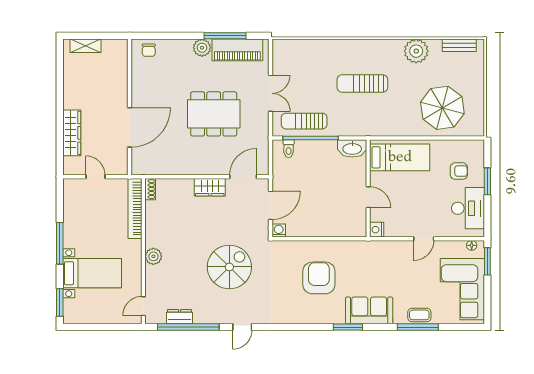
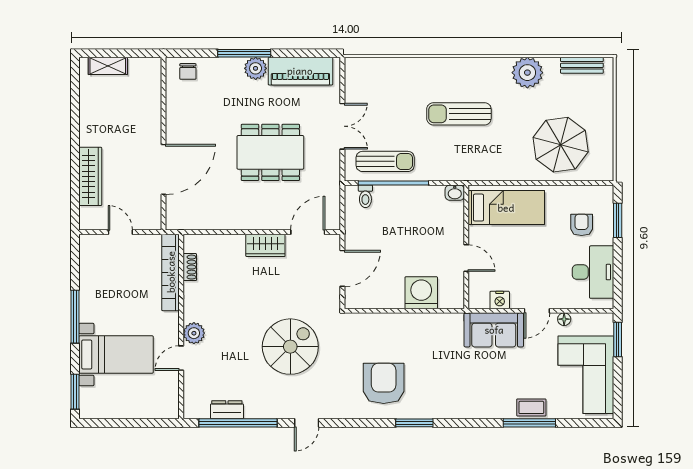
window: (225, 36) -> (244, 53), moved
sun lounger: (304, 121) -> (385, 161), turned 180
washbasin: (352, 148) -> (455, 193), width x0.52, depth x0.69
armchair: (459, 171) -> (582, 225), turned -90
window: (487, 181) -> (618, 220), moved
shoe rack: (150, 189) -> (190, 267), moved
washing machine: (279, 230) -> (421, 293), moved, width x1.89, depth x1.89
nightstand: (377, 230) -> (500, 300), moved, turned -90
floor lamp: (472, 245) -> (564, 319), moved
armchair: (319, 278) -> (384, 383), moved
door: (143, 306) -> (181, 358), moved
sofa: (369, 310) -> (494, 330), moved, turned 180
window: (348, 327) -> (414, 423), moved

